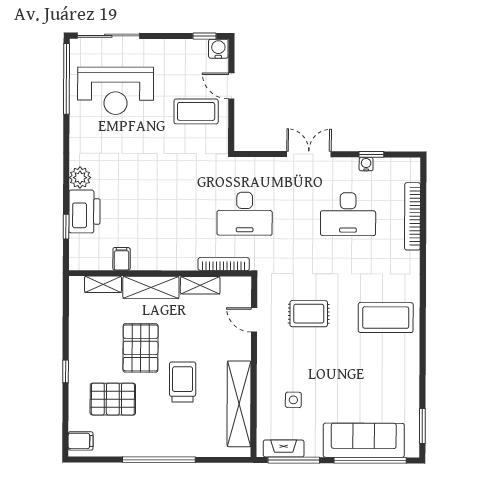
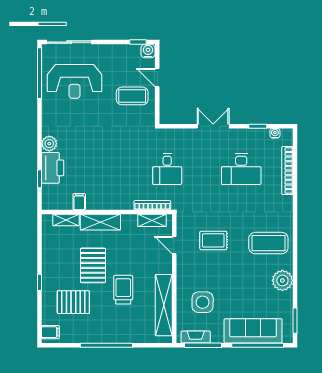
water cooler: (366, 164) -> (275, 133), moved
desk: (245, 214) -> (167, 169), width x0.73
shelving: (200, 285) -> (152, 220), moved
plant: (405, 370) -> (282, 280), added
side table: (293, 400) -> (203, 302), width x1.87, depth x1.87

